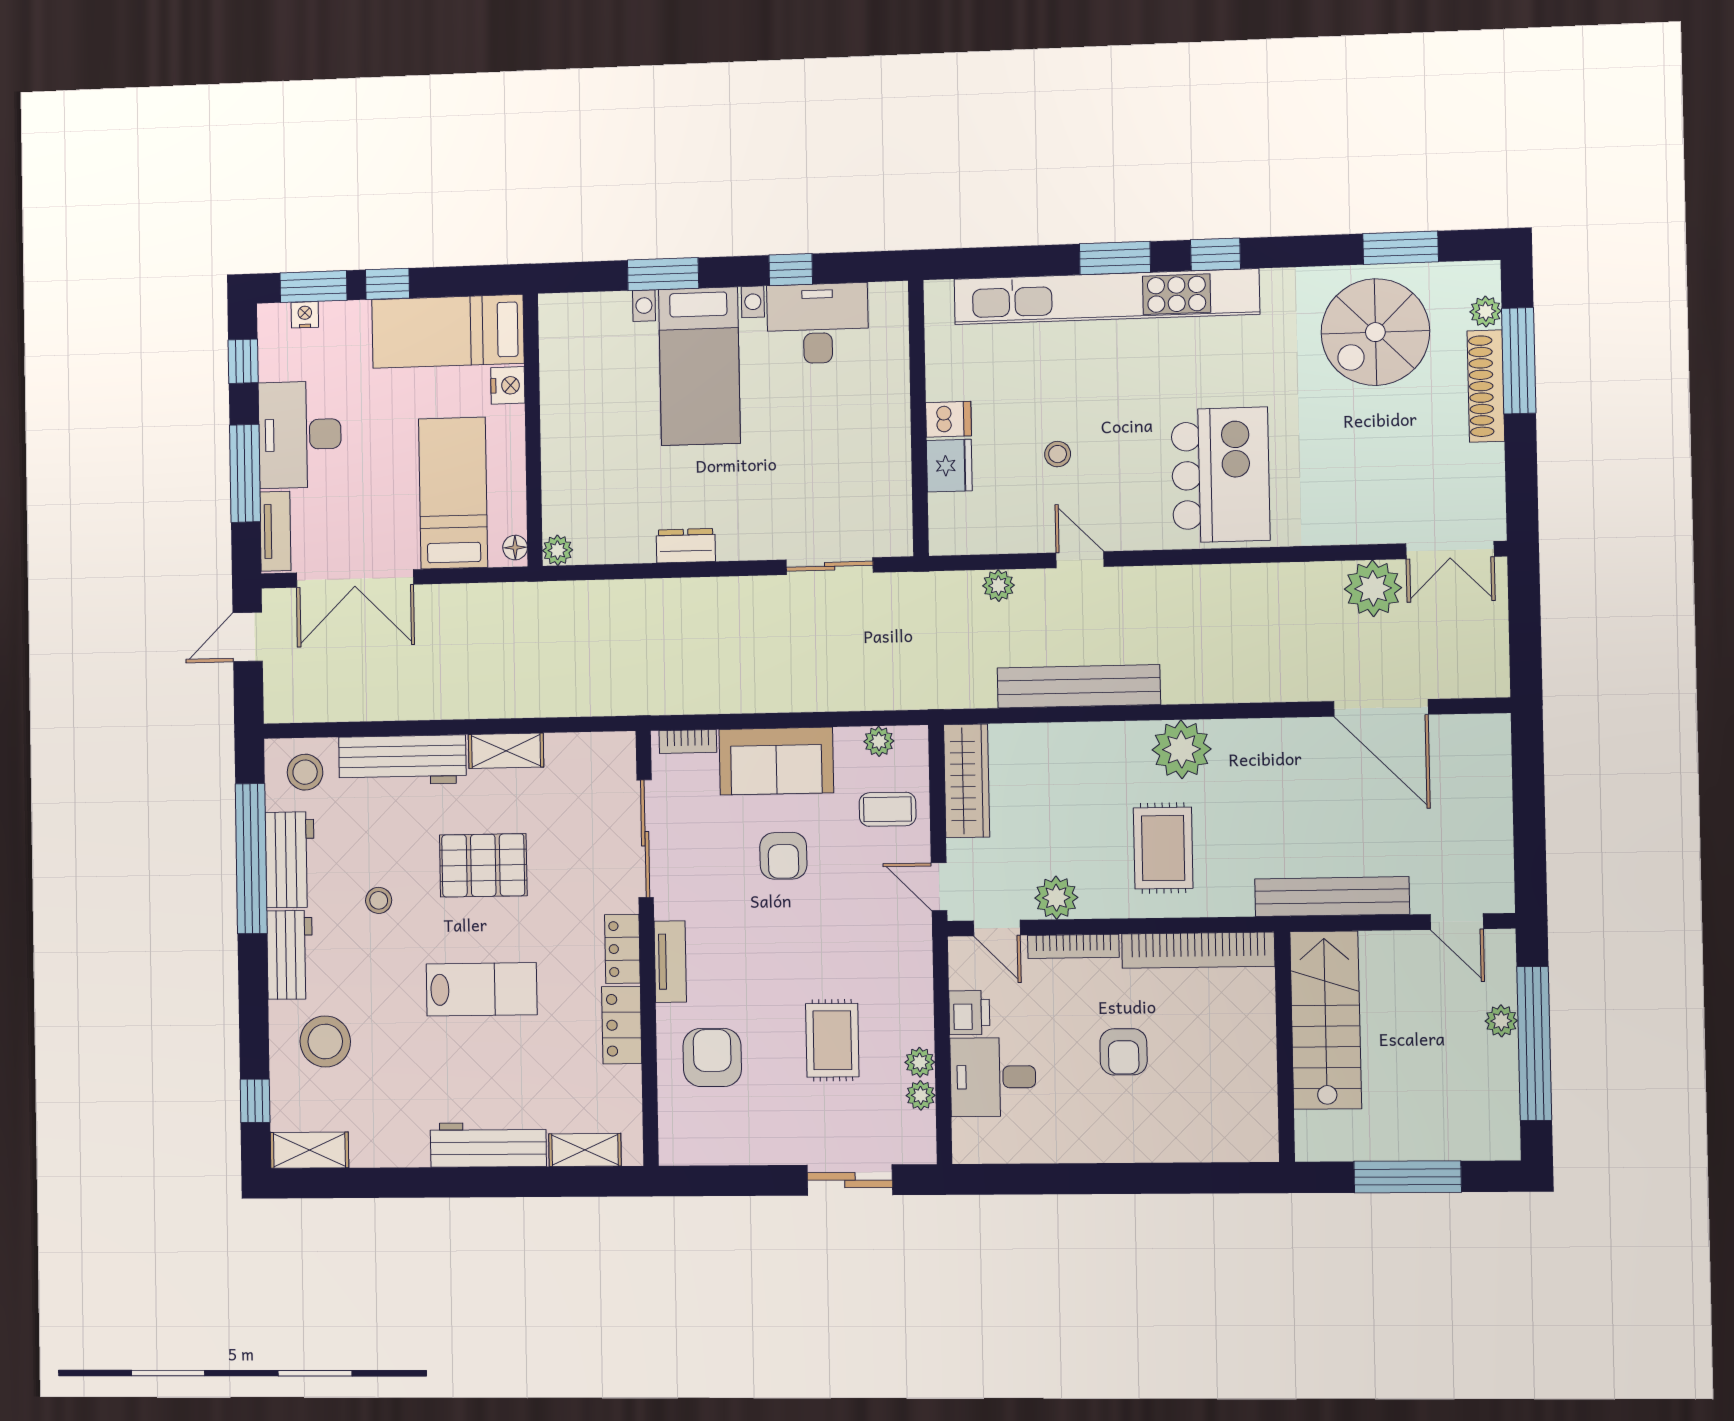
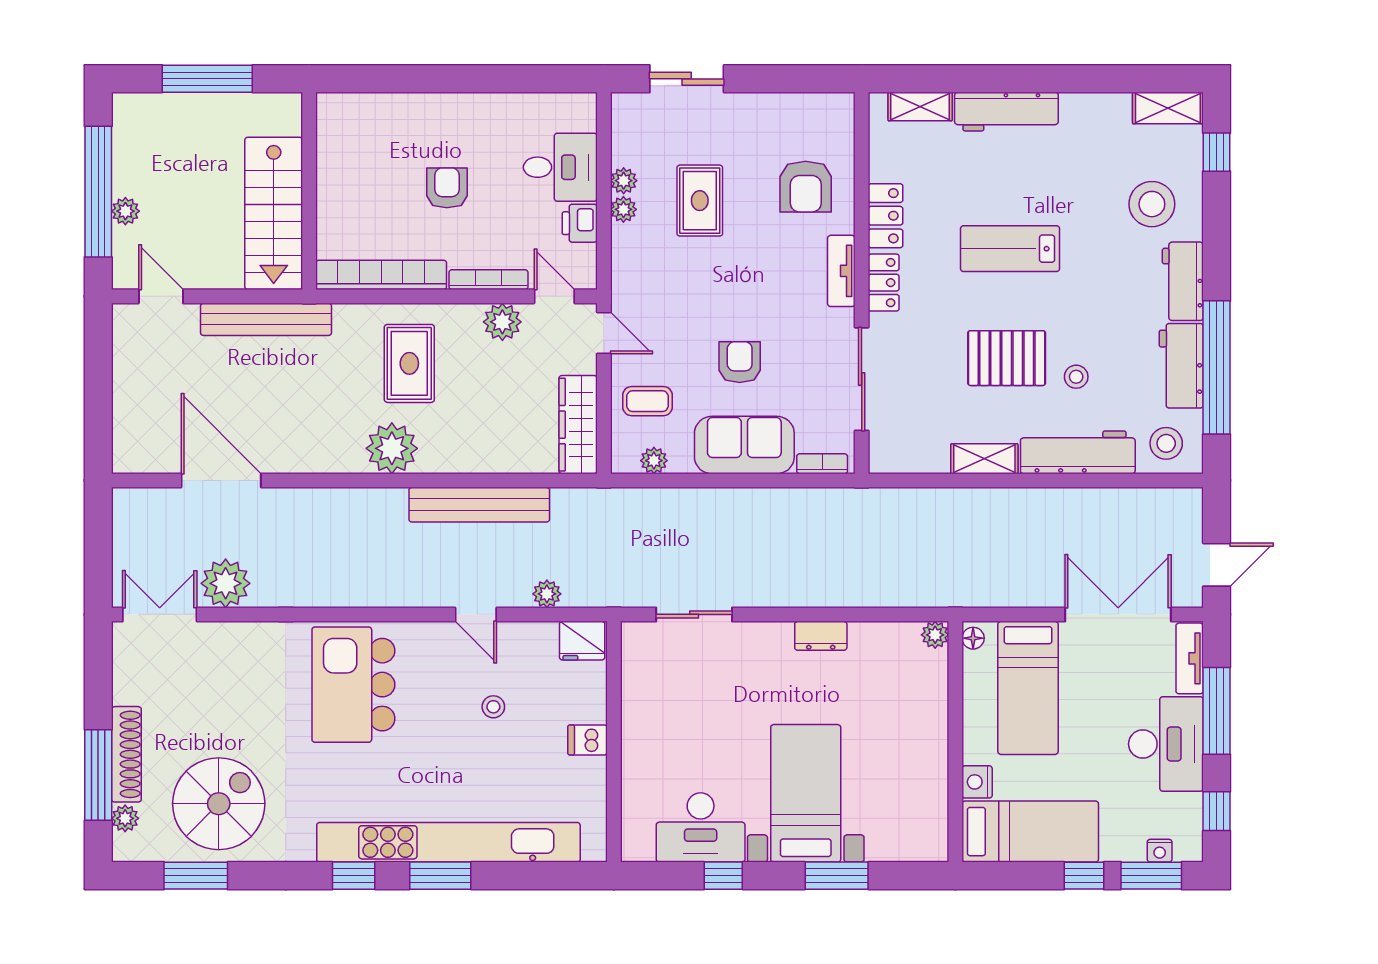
fridge: (949, 466) -> (582, 641), moved, turned -90
stool: (379, 900) -> (1076, 377), moved
plant: (921, 1095) -> (623, 209), moved

